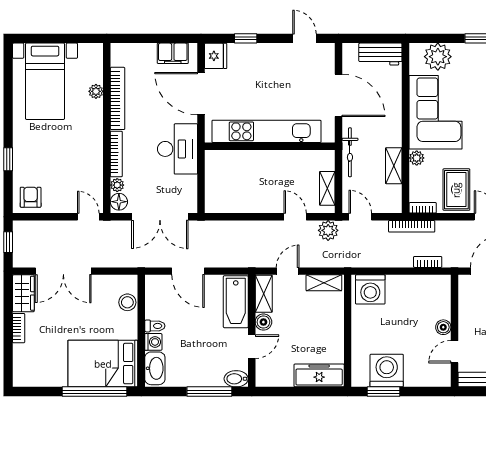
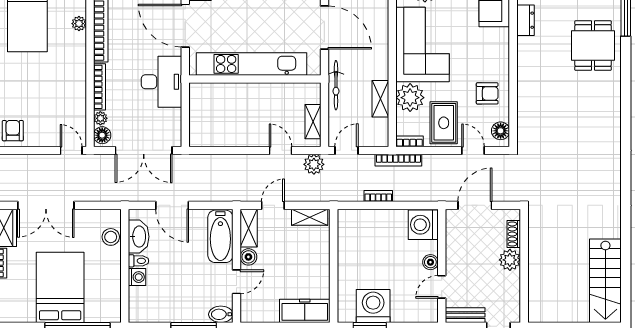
plant: (417, 158) -> (410, 98), width x1.88, depth x1.88
door: (360, 217) -> (346, 150), hinge flipped
bookcase: (428, 262) -> (378, 196), moved
washing machine: (370, 289) -> (423, 225), moved, turned 90
bed: (103, 364) -> (60, 287), moved, turned 90
washbasin: (155, 368) -> (139, 237), moved

